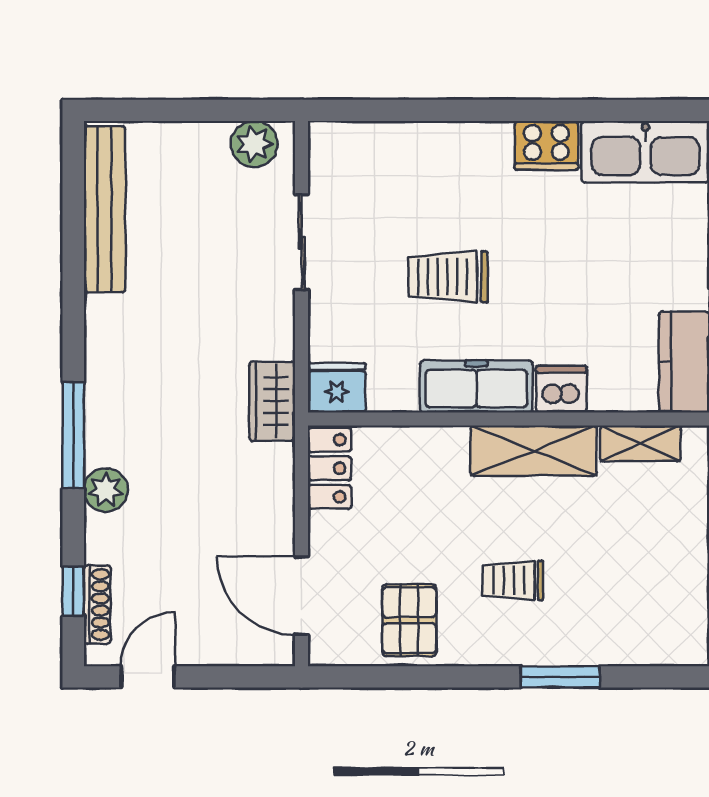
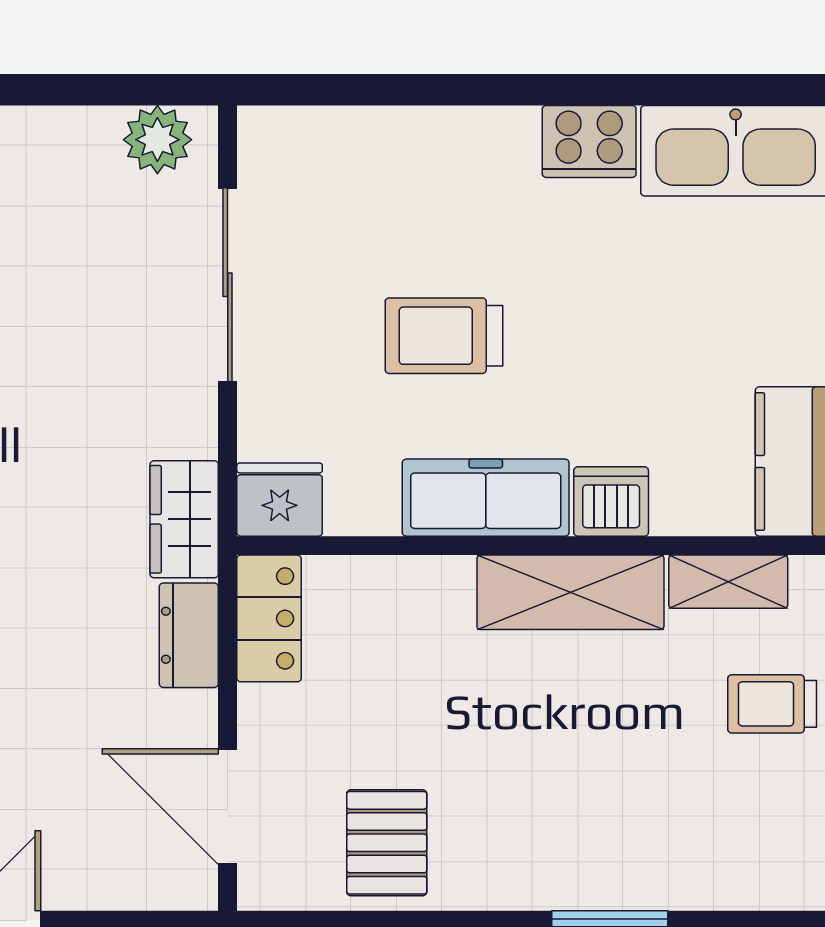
sliding door: (302, 242) -> (228, 285), width x1.37
dresser: (275, 480) -> (189, 635), added
trolley: (513, 580) -> (772, 704), moved

